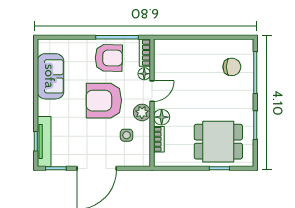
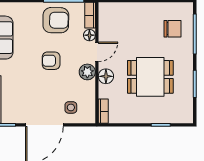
armchair: (104, 101) -> (51, 61), width x0.53, depth x0.53
side table: (127, 135) -> (71, 107), moved
bookcase: (159, 139) -> (103, 111), moved
dining table: (218, 142) -> (150, 77), moved

